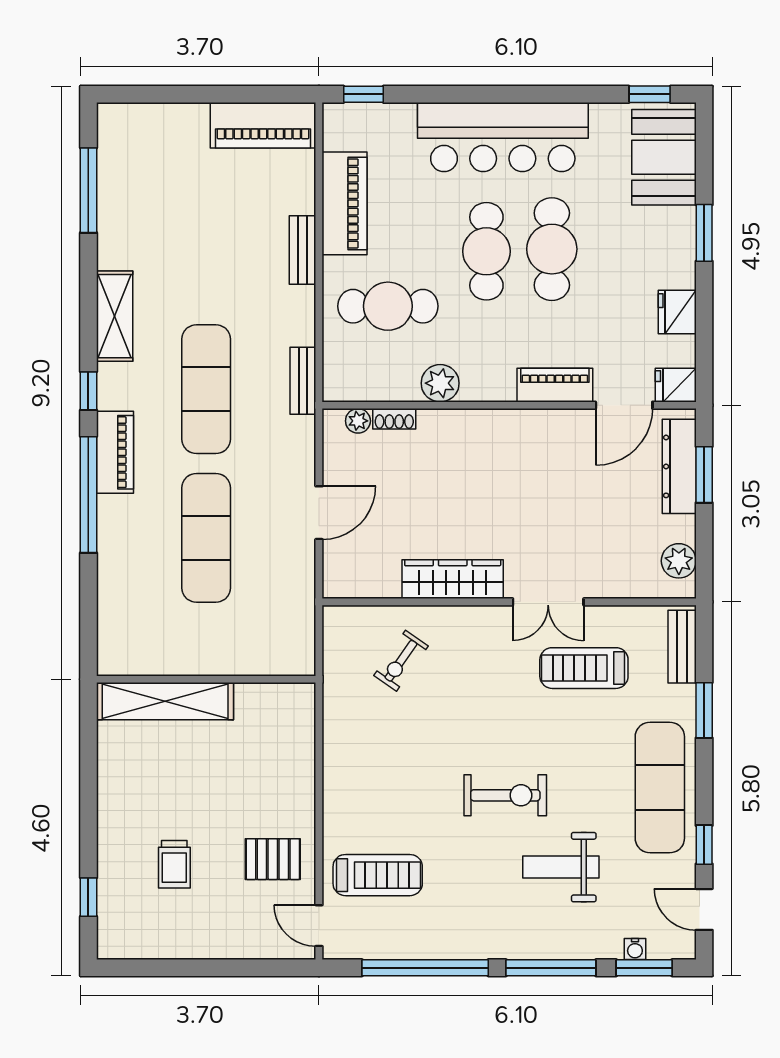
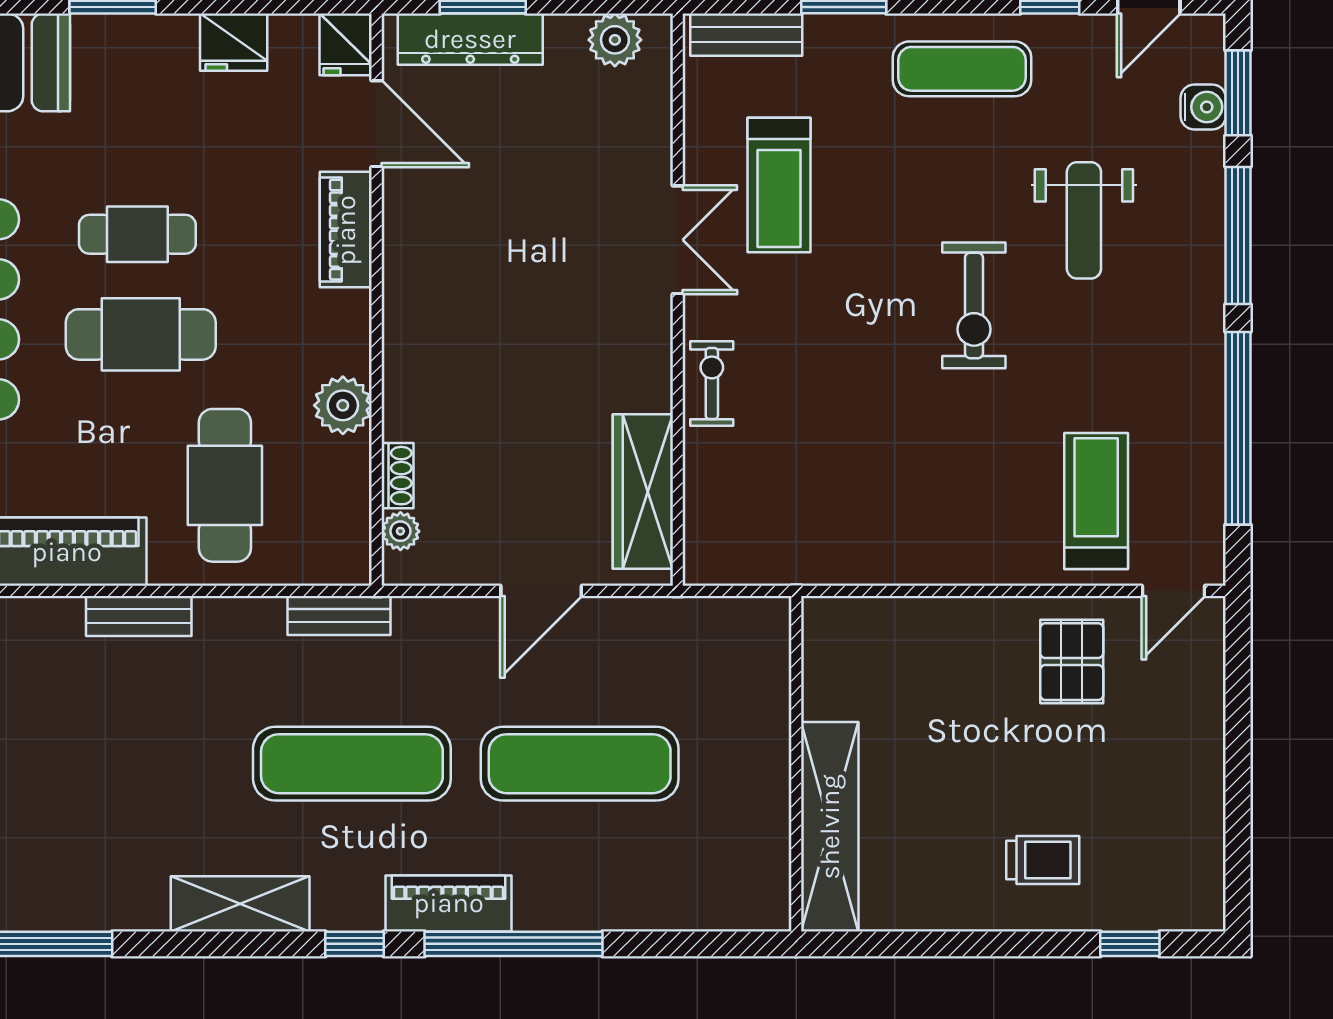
cafe table: (552, 249) -> (137, 234), width x0.73, depth x0.74
door: (319, 513) -> (541, 591), swing flipped
wardrobe: (453, 579) -> (643, 491), moved
exercise bike: (401, 661) -> (712, 384), moved, turned -125
exercise mat: (660, 787) -> (962, 69), width x0.73, depth x0.69
exercise bike: (505, 795) -> (974, 305), turned 180
trolley: (174, 864) -> (1043, 860), moved
water cooler: (635, 949) -> (1203, 107), width x1.38, depth x1.38

